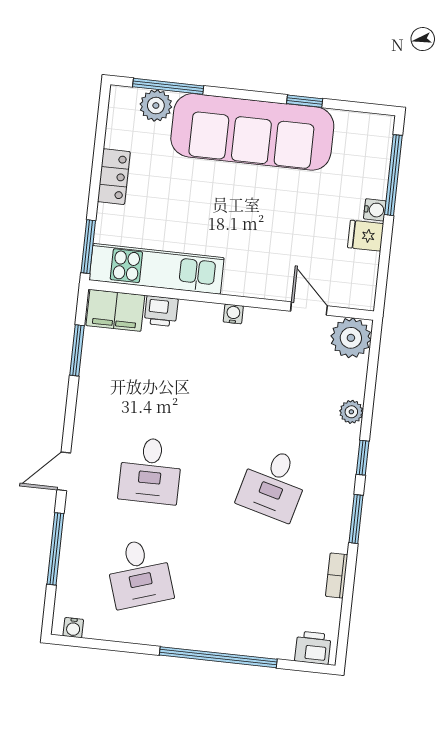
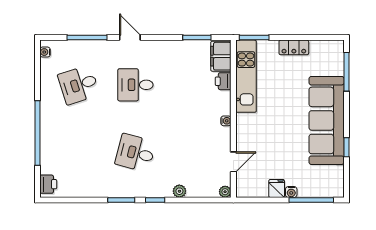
plant: (156, 106) -> (335, 66), removed
plant: (351, 338) -> (225, 192), width x0.53, depth x0.53
bookcase: (337, 576) -> (89, 193), removed

